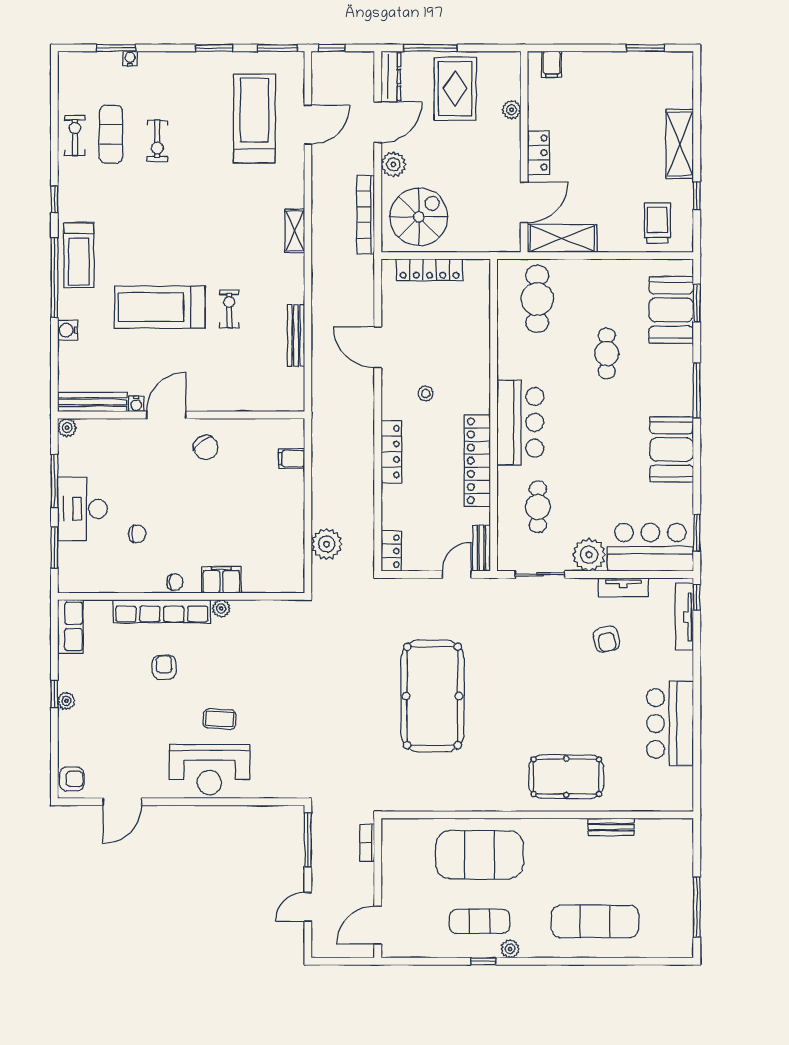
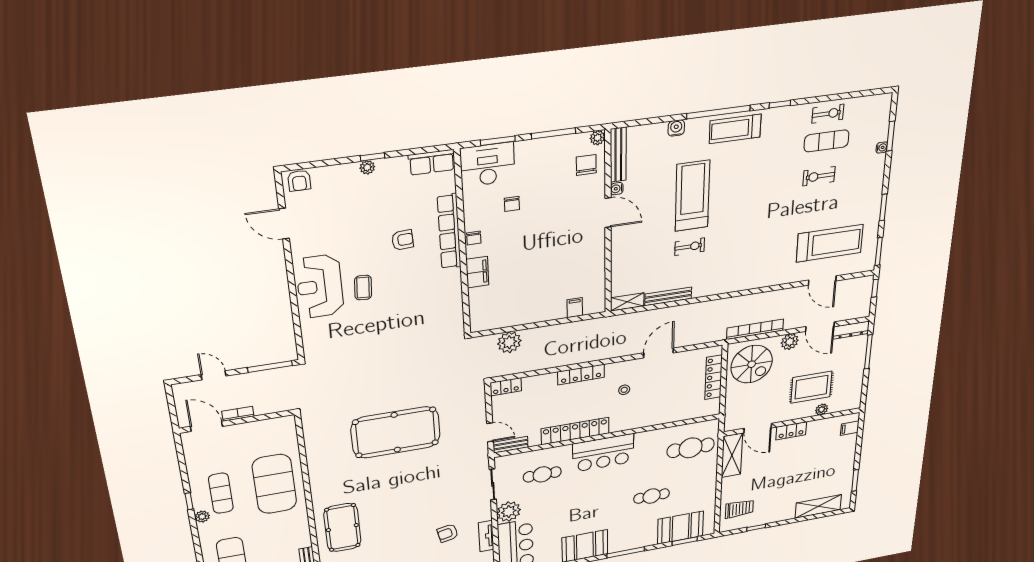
rug: (455, 89) -> (811, 387), moved
shelving: (680, 144) -> (818, 506), moved
shelving: (295, 231) -> (627, 302), moved
chair: (206, 447) -> (586, 165), moved, turned 127
desk: (83, 509) -> (488, 165), moved
plant: (221, 608) -> (454, 275), removed
bookcase: (367, 843) -> (238, 414), moved

